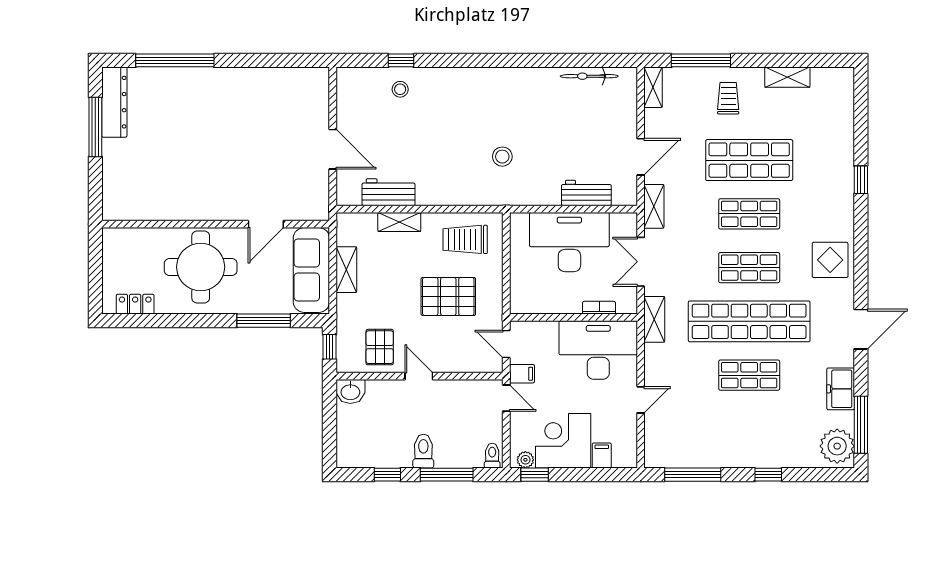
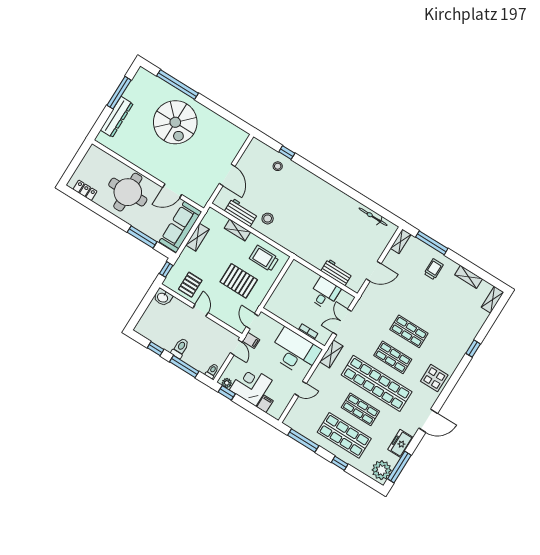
dresser: (114, 102) -> (117, 117), moved
spiral stairs: (207, 119) -> (175, 122), added
stool: (502, 157) -> (268, 219), moved
shop shelf: (749, 160) -> (344, 435), moved
shelving: (654, 206) -> (493, 300), moved
desk: (569, 242) -> (325, 293), width x0.53, depth x0.77

